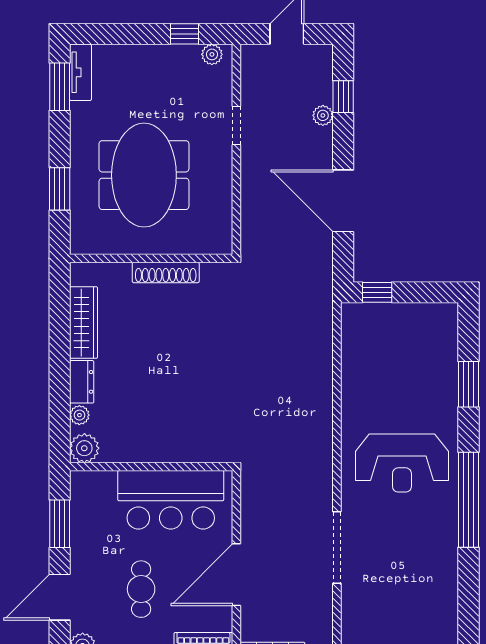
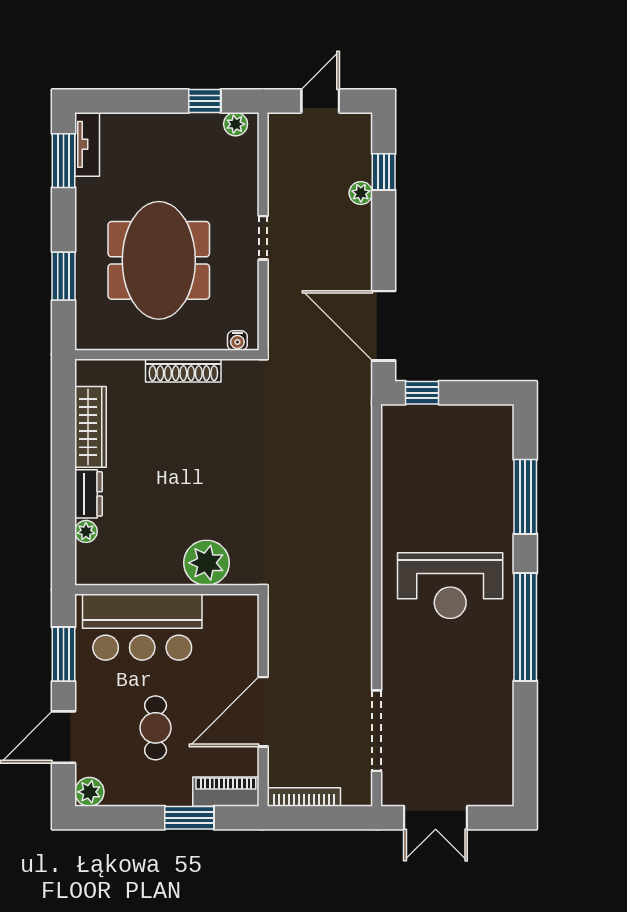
doorway: (236, 125) -> (263, 238), moved
door: (343, 201) -> (384, 326), moved
water cooler: (214, 246) -> (237, 340), added
window: (468, 384) -> (525, 497), width x1.44
plant: (84, 448) -> (206, 563), moved, width x1.36, depth x1.36
bar counter: (171, 500) -> (142, 627), moved
doorway: (337, 548) -> (377, 731), moved

